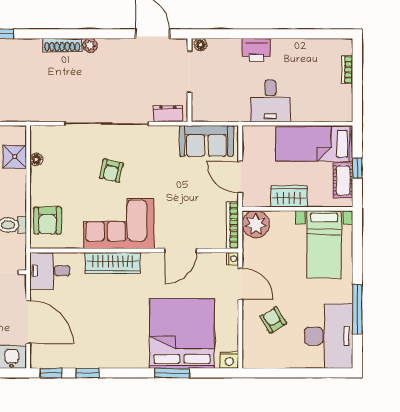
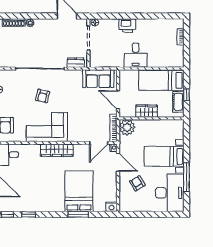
bed with nightstands: (324, 244) -> (164, 156), moved, turned 90
door: (181, 251) -> (99, 143), moved
wardrobe: (113, 263) -> (57, 150), moved
bed: (182, 333) -> (79, 191), width x0.73

